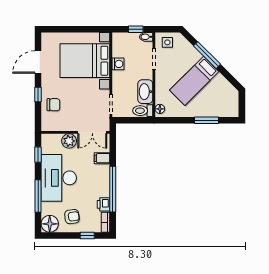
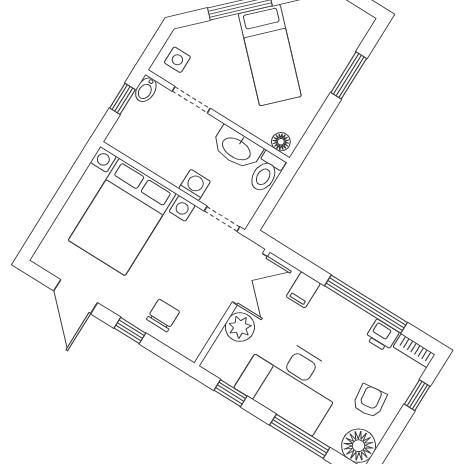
washing machine: (118, 64) -> (195, 185), moved

